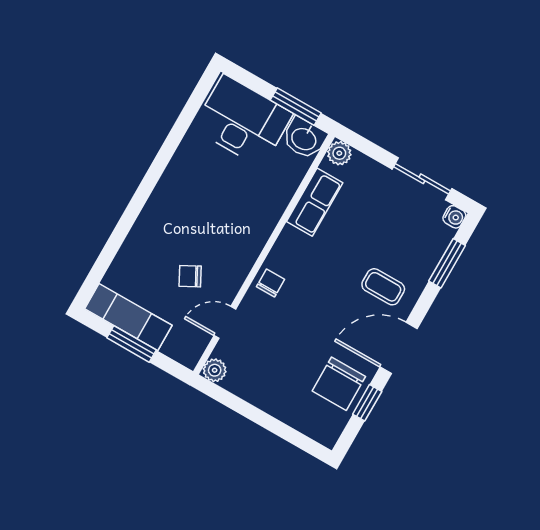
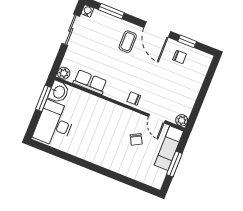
exam couch: (128, 317) -> (169, 148), moved
chair: (339, 384) -> (180, 57), width x0.54, depth x0.54

